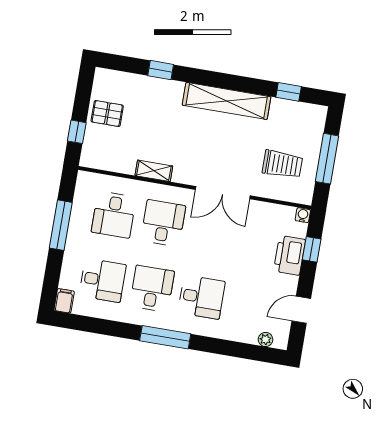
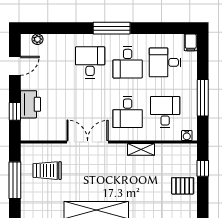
water cooler: (303, 215) -> (187, 136), moved
desk: (201, 297) -> (90, 62), turned 90

